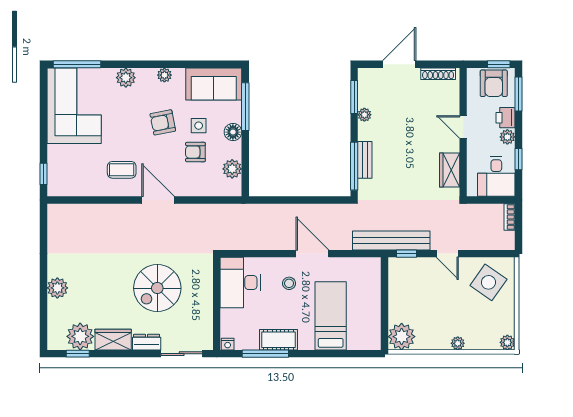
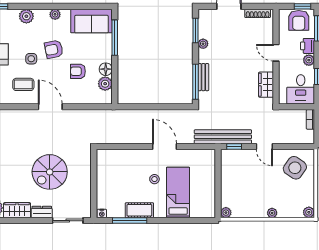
side table: (199, 126) -> (31, 59), moved
floor lamp: (233, 132) -> (106, 69), moved
desk: (240, 282) -> (111, 168), removed
stool: (289, 283) -> (154, 179), moved
plant: (402, 337) -> (226, 213), width x0.53, depth x0.53

